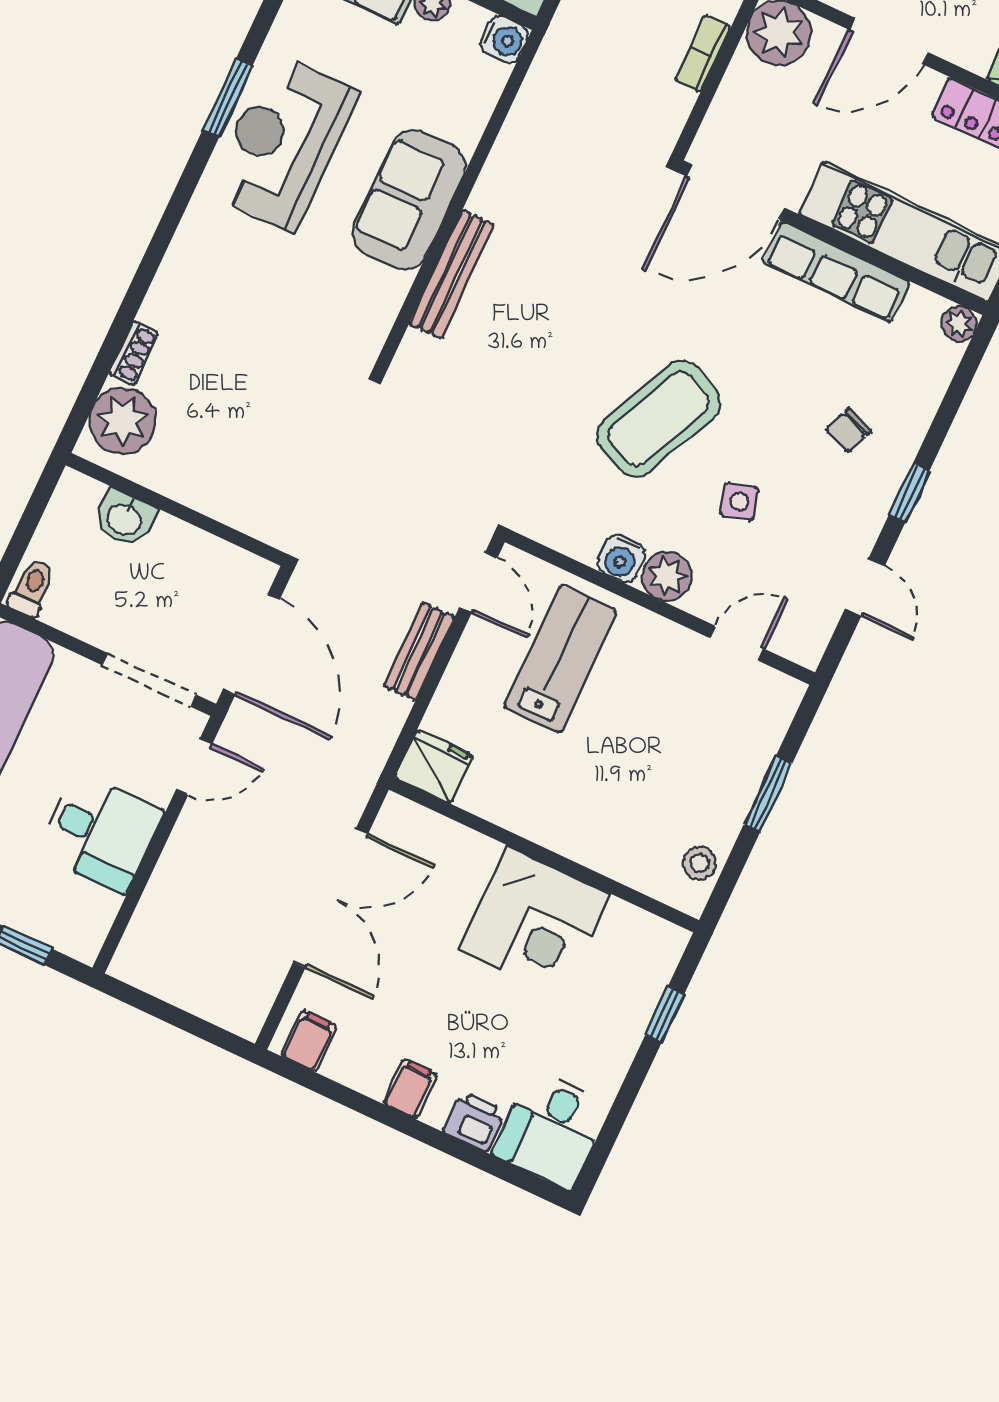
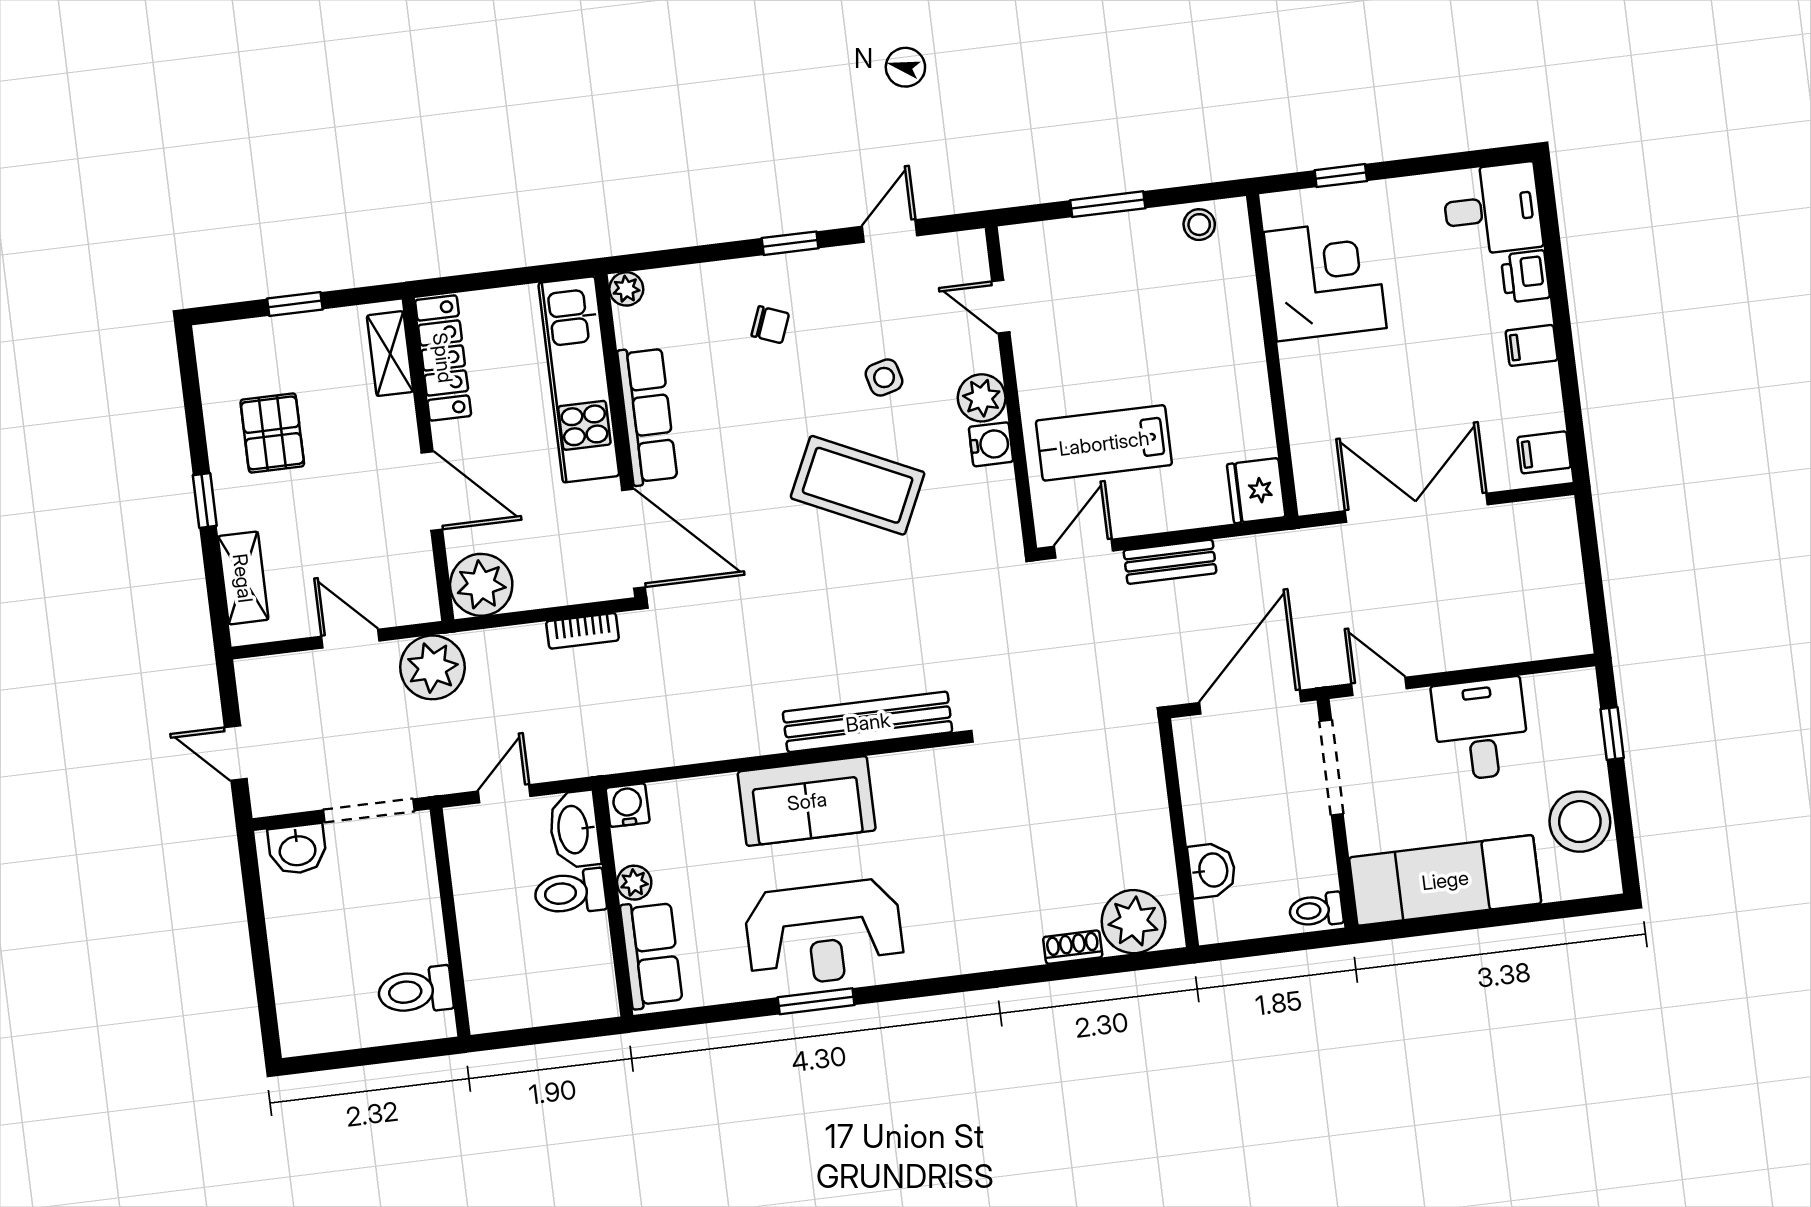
bookcase: (703, 53) -> (582, 631), moved
bench: (452, 274) -> (868, 722), width x1.37, depth x1.21
corner desk: (535, 921) -> (1325, 280), moved

